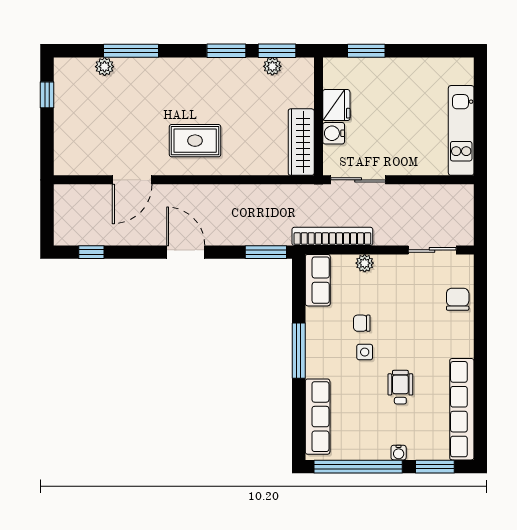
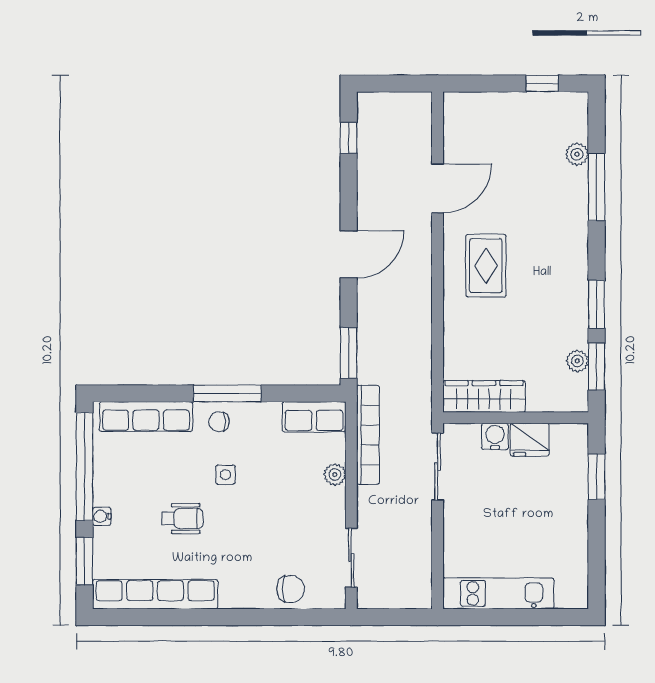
door: (132, 180) -> (438, 188), swing flipped
chair: (362, 323) -> (219, 422), moved, turned -91

